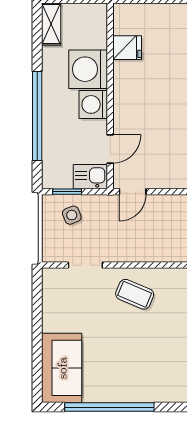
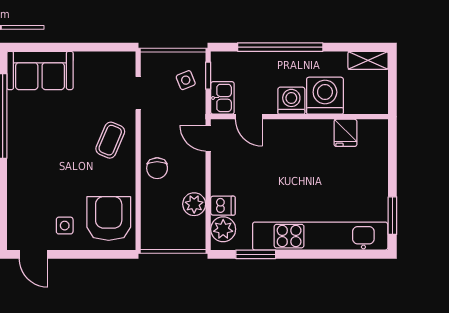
chair: (164, 245) -> (157, 168), added

